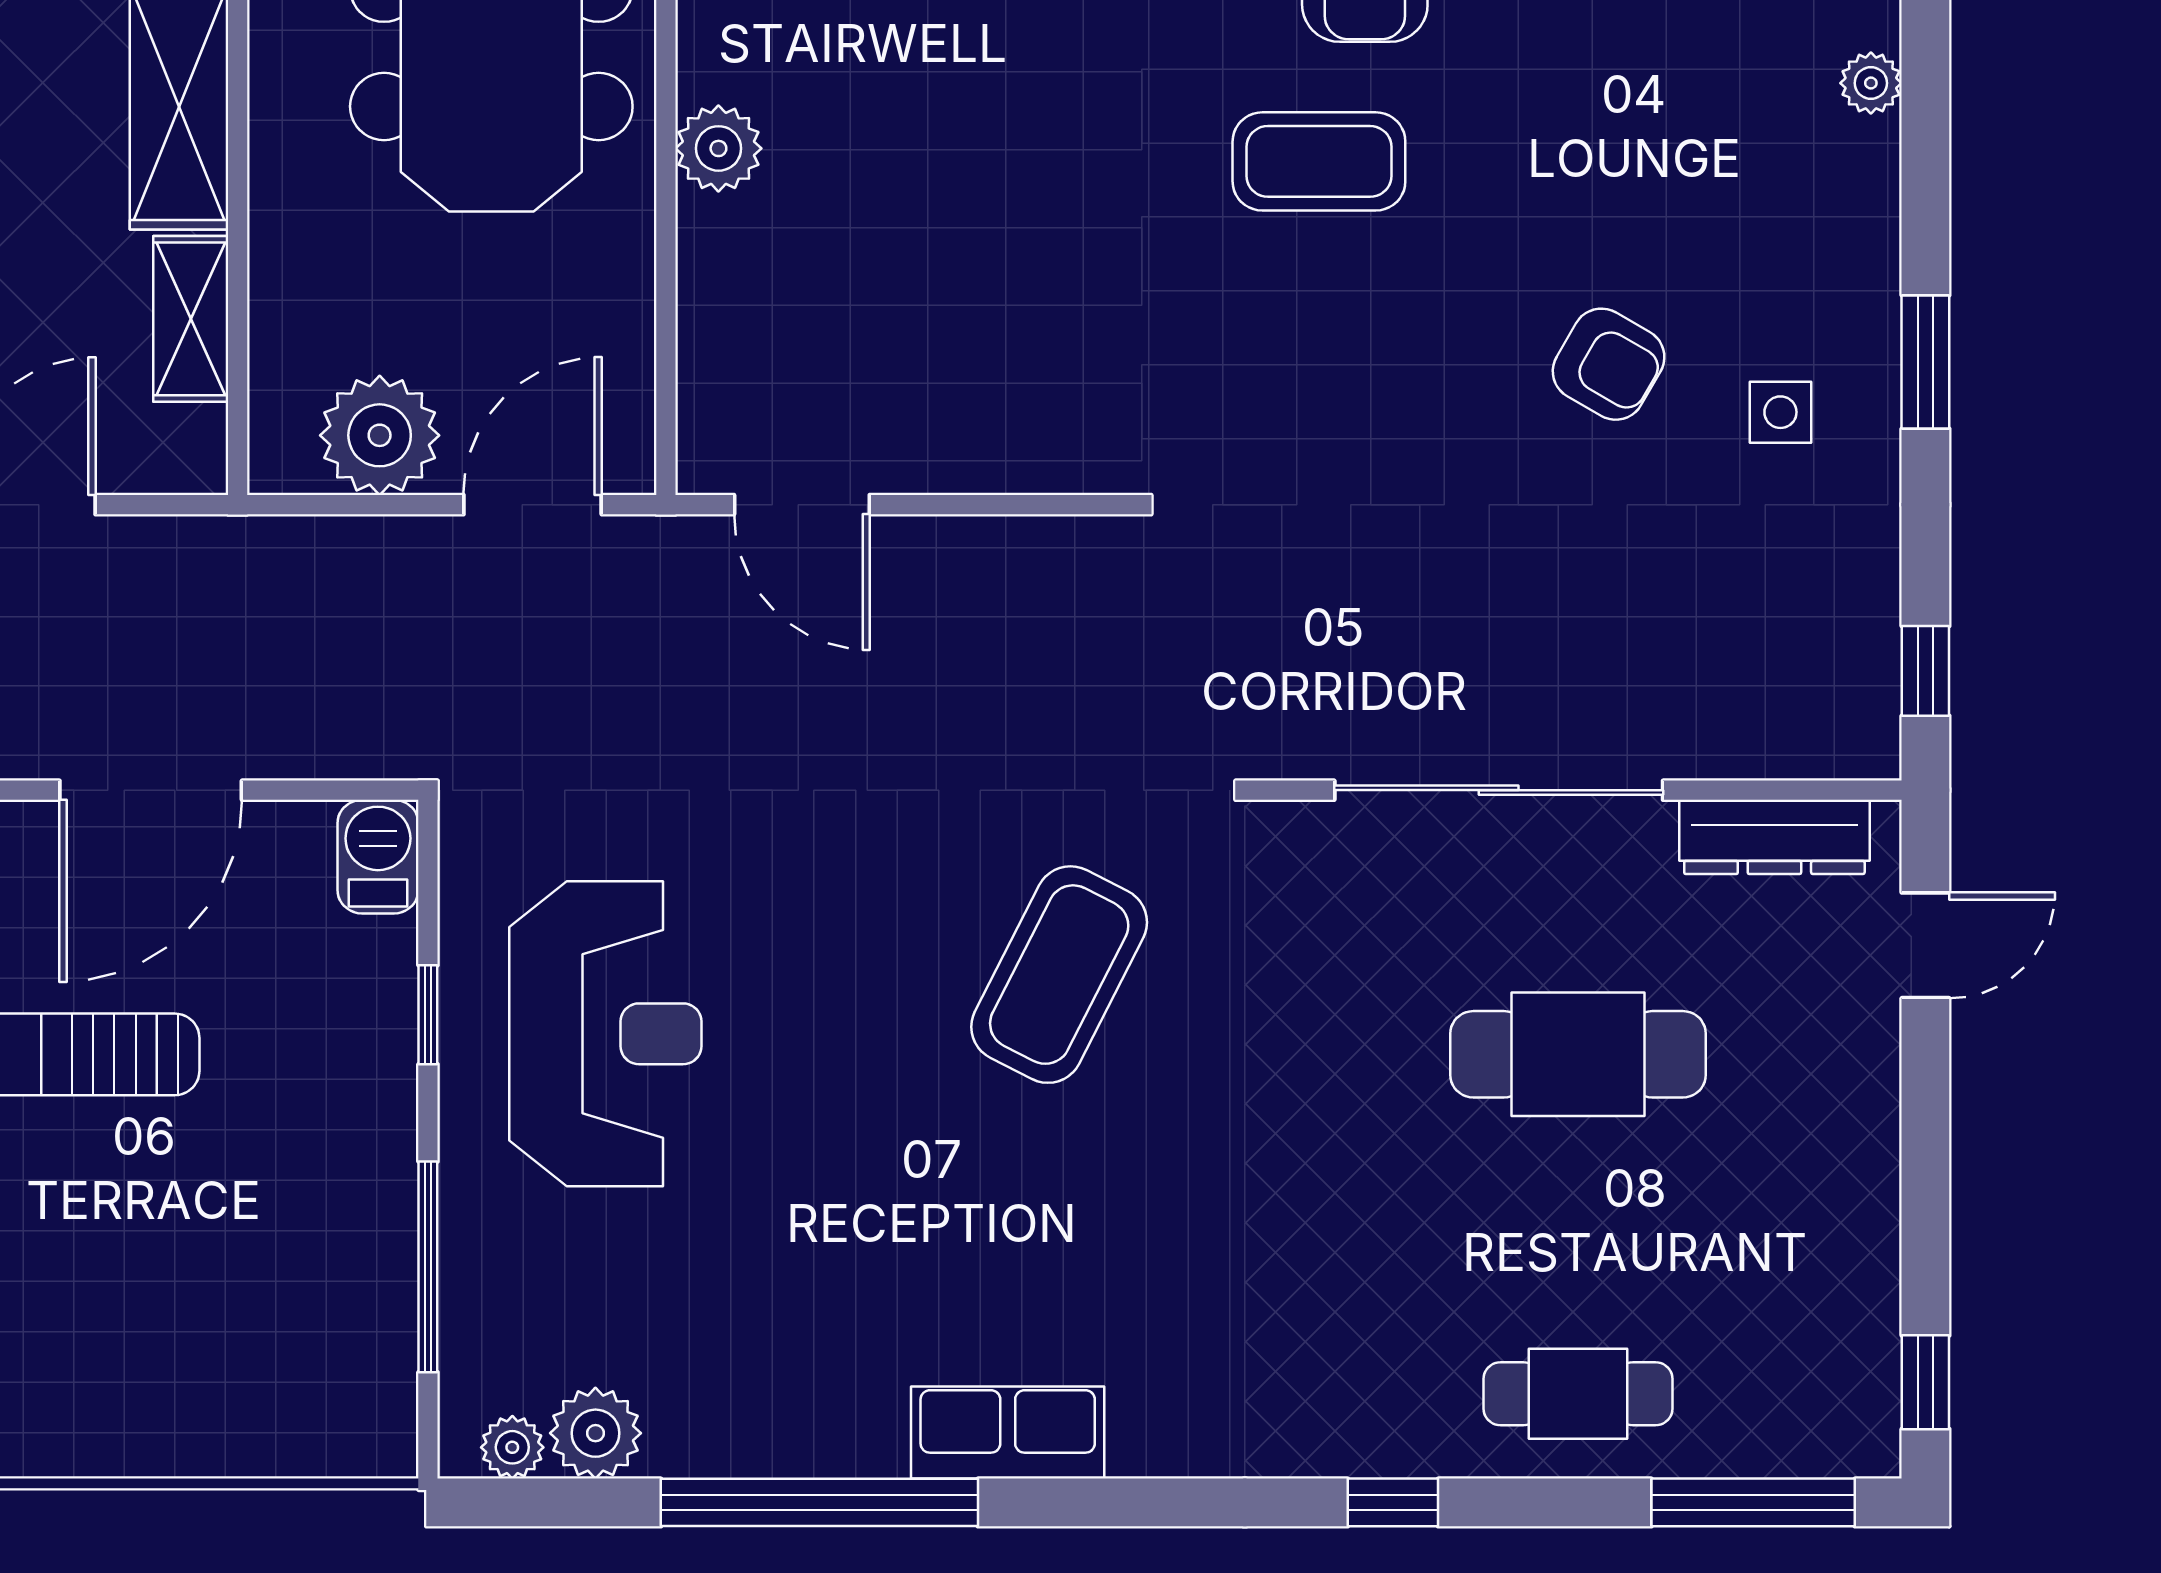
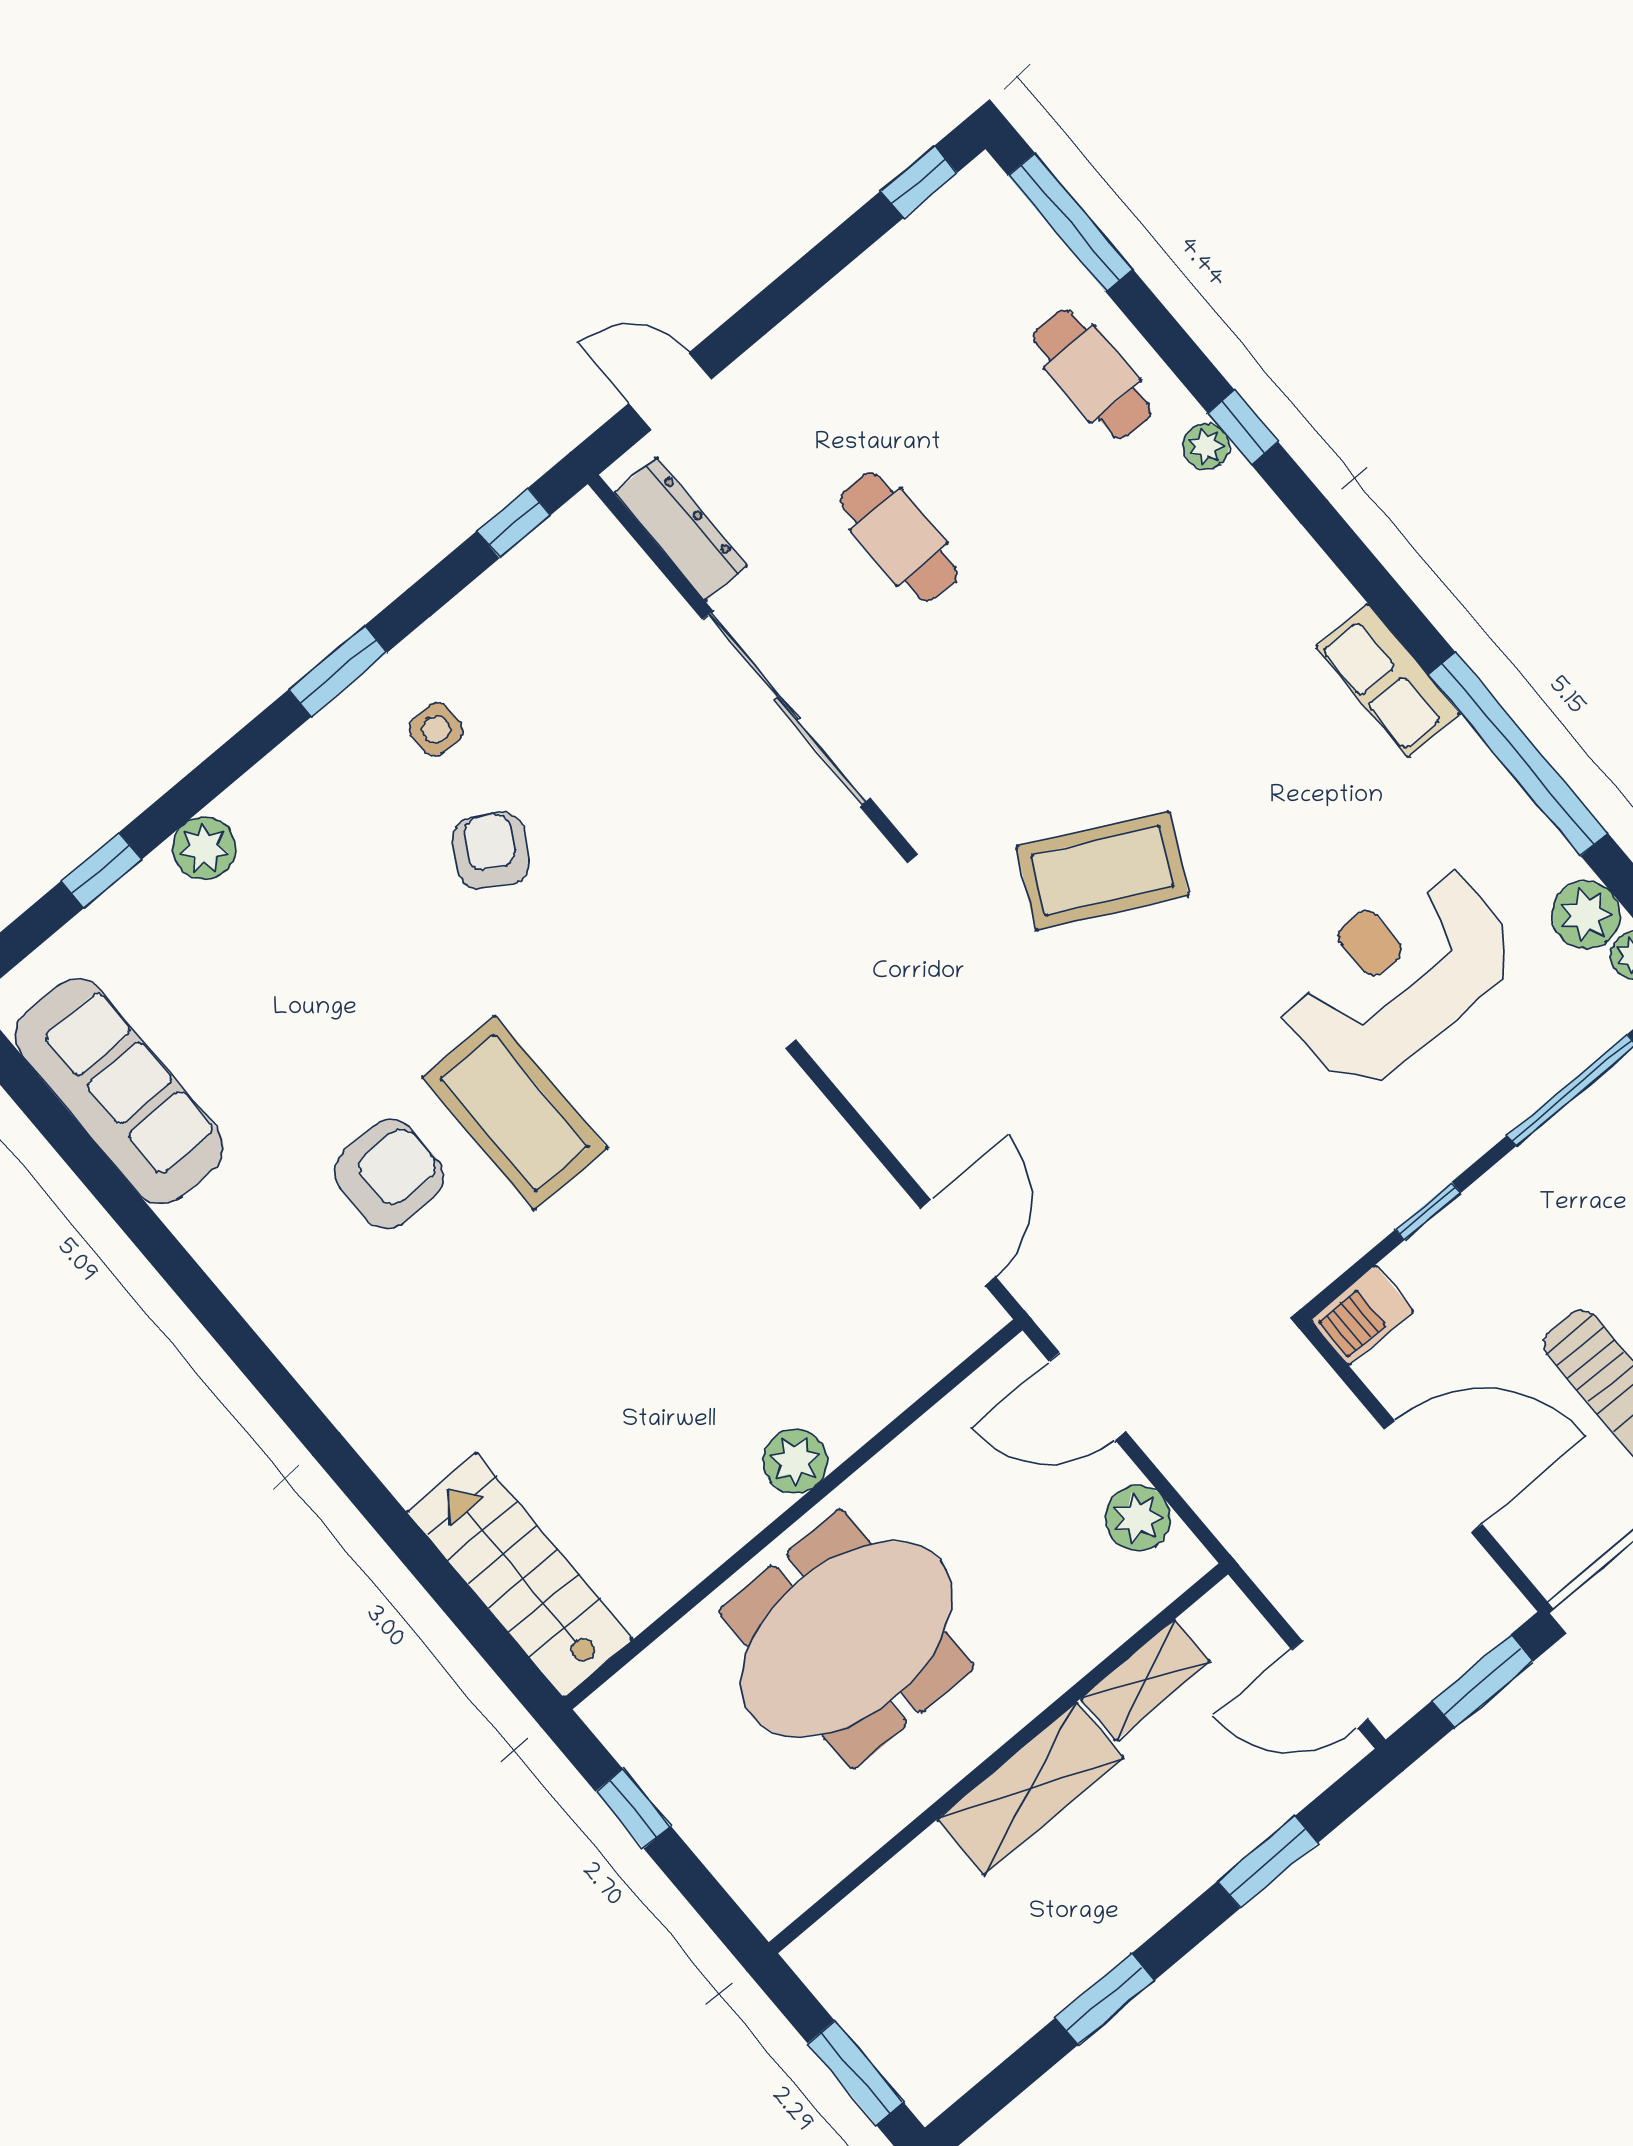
plant: (1871, 83) -> (204, 848), width x1.38, depth x1.38
coffee table: (1319, 161) -> (515, 1113), width x1.36, depth x1.32
plant: (380, 435) -> (1138, 1518), width x0.73, depth x0.73
reception desk: (605, 1034) -> (1397, 975), moved
cafe table: (1578, 1054) -> (899, 537), width x0.73, depth x0.74
plant: (1405, 1448) -> (1206, 446), added

